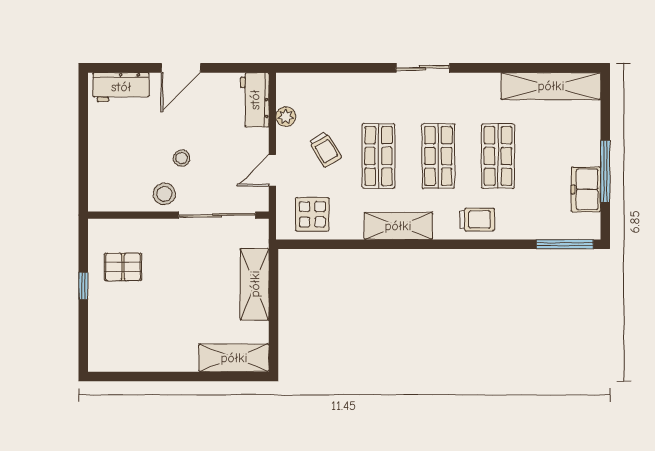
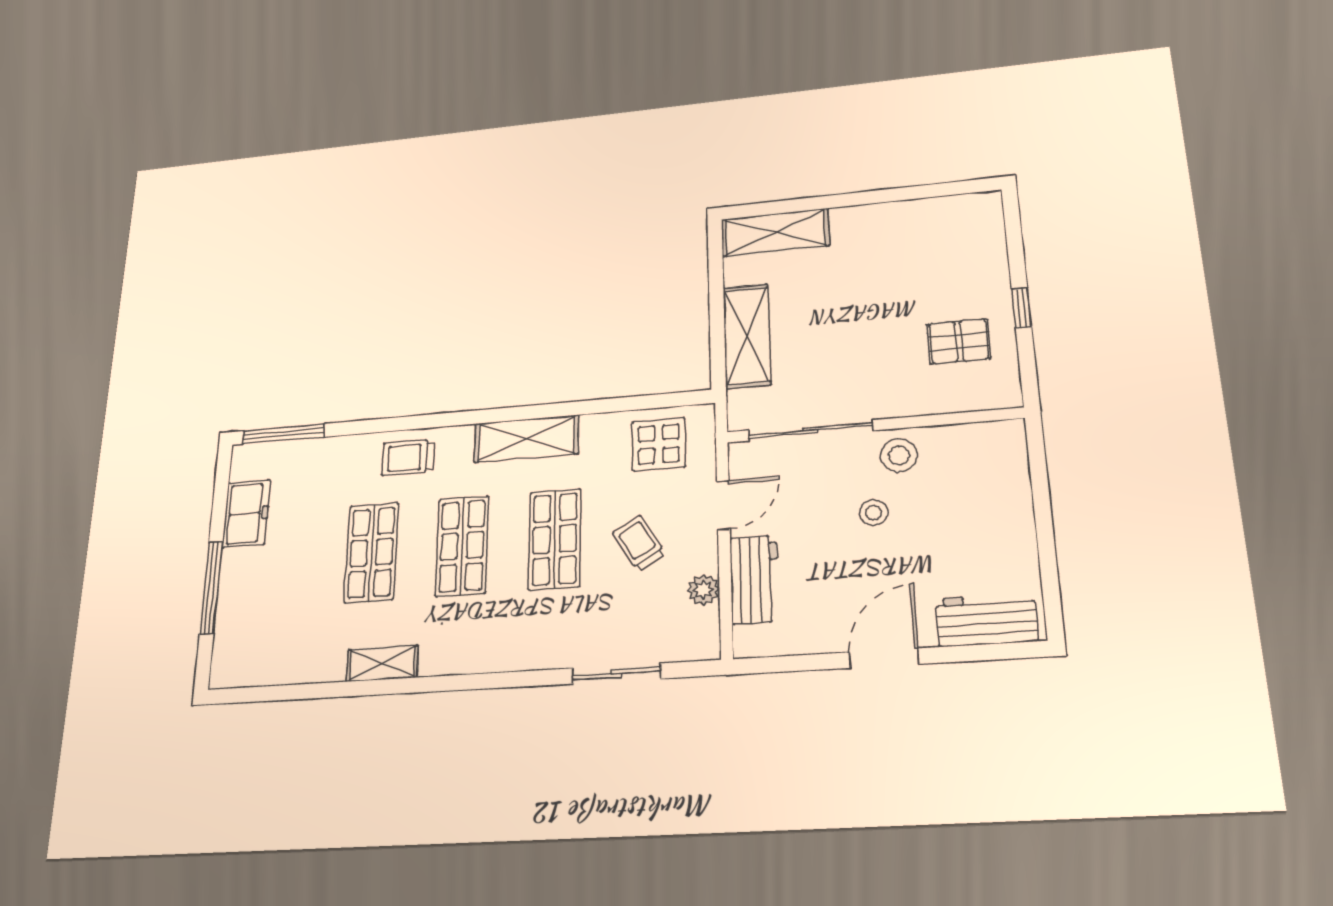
sliding door: (423, 68) -> (617, 673), moved
shelving: (551, 86) -> (382, 664), moved, width x0.45, depth x0.75
workbench: (255, 100) -> (754, 580), moved
window: (605, 171) -> (211, 588), moved

